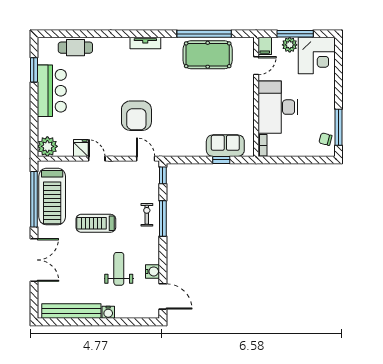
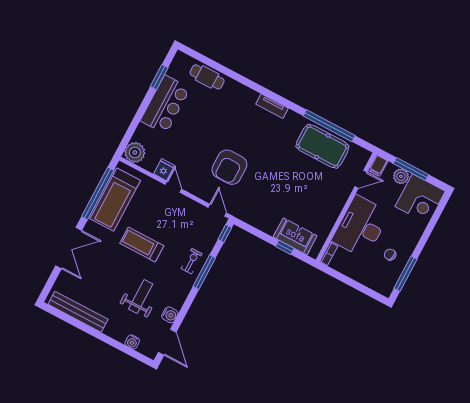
chair: (325, 139) -> (390, 255), moved
water cooler: (108, 312) -> (132, 342), moved

